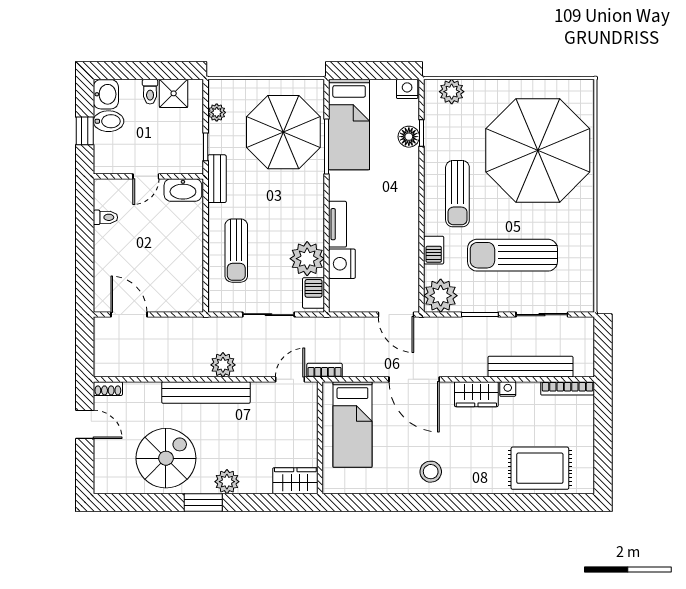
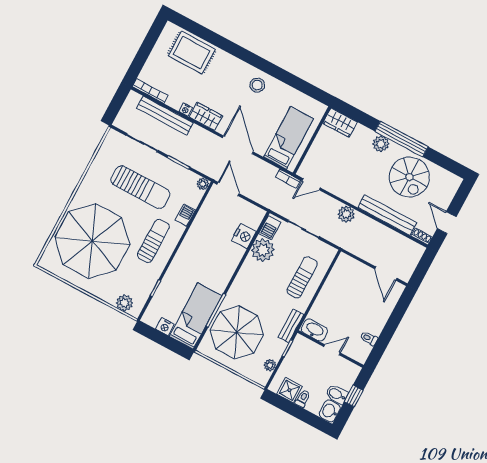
nightstand: (407, 89) -> (165, 327), moved
floor lamp: (409, 137) -> (164, 290), removed
tv unit: (338, 224) -> (234, 261), removed
plant: (441, 296) -> (203, 184), width x0.53, depth x0.53
bench: (206, 392) -> (387, 215), moved
spiral stairs: (166, 458) -> (409, 177), turned -90
window: (203, 502) -> (401, 139), width x2.11

